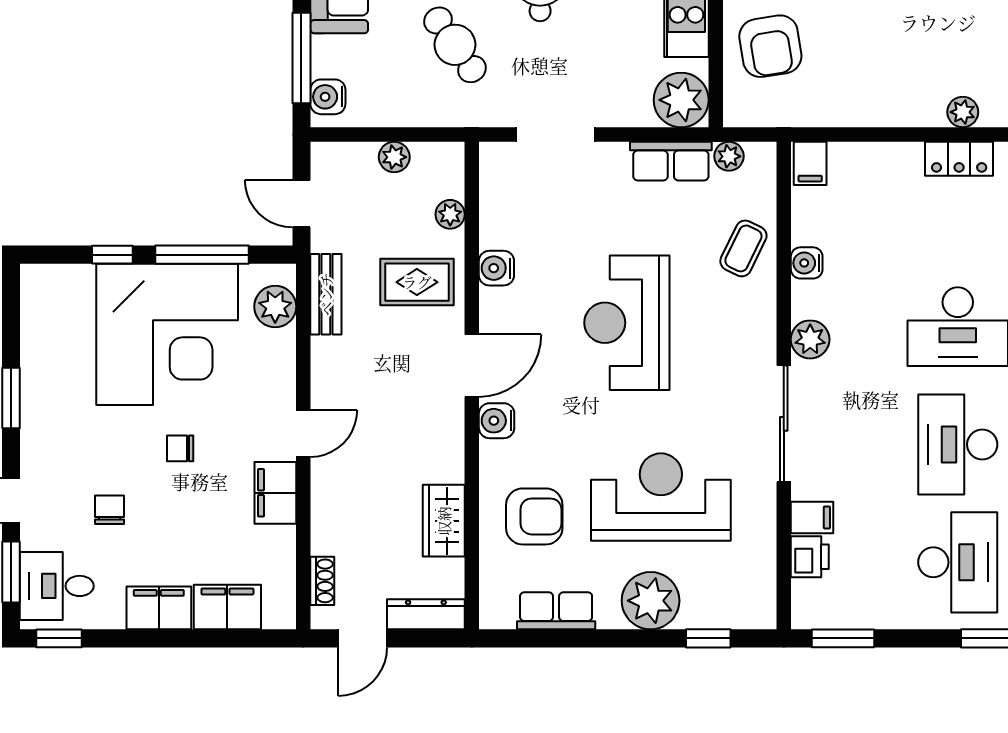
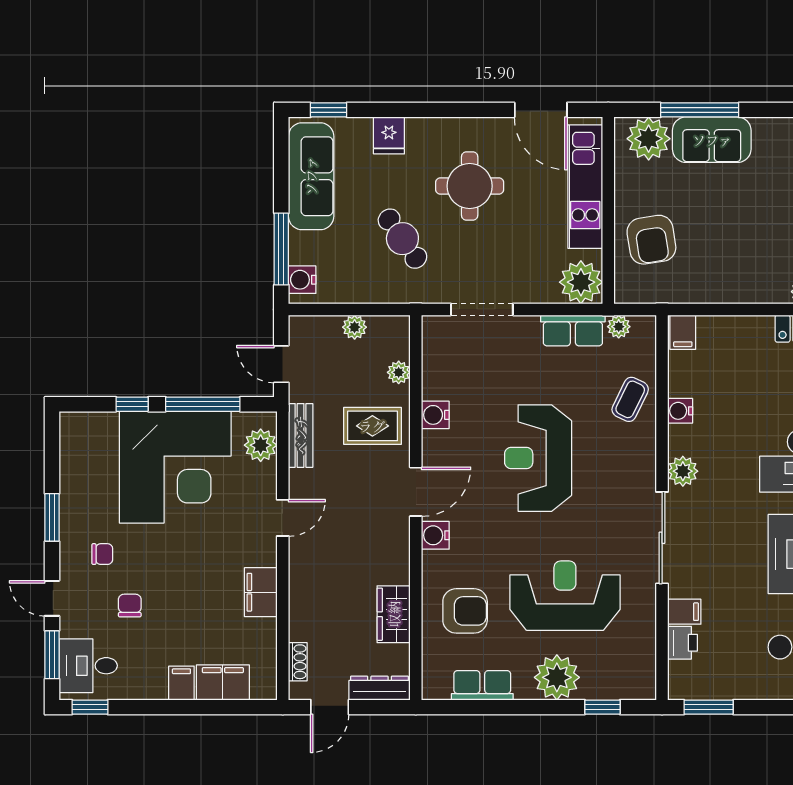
door: (303, 433) -> (283, 518), moved
chair: (180, 448) -> (102, 554), moved, turned 180
filing cabinet: (159, 608) -> (181, 683), width x0.50

